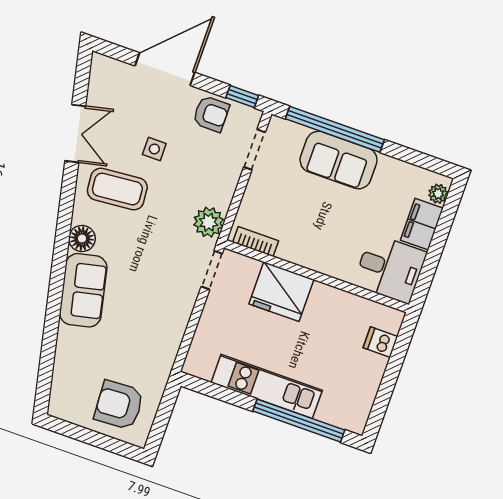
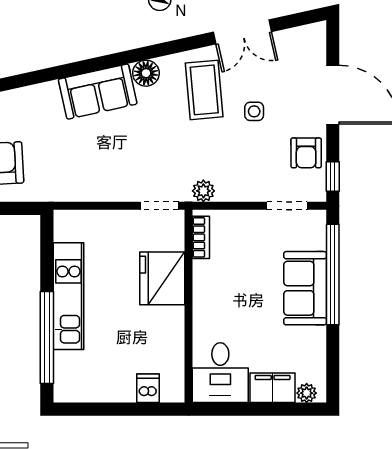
plant: (209, 222) -> (203, 191), width x0.73, depth x0.73

